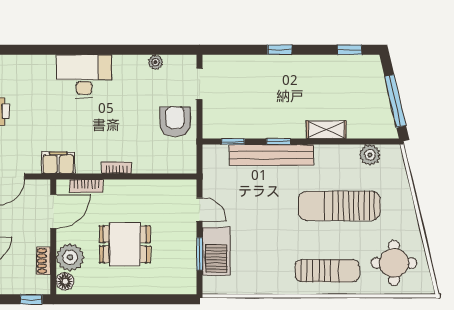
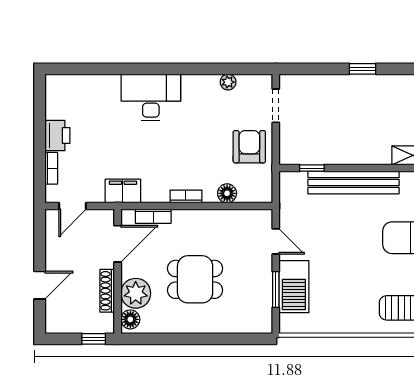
window: (279, 141) -> (361, 168), removed
floor lamp: (154, 165) -> (227, 193), added
shoe rack: (44, 261) -> (107, 291), width x1.43

